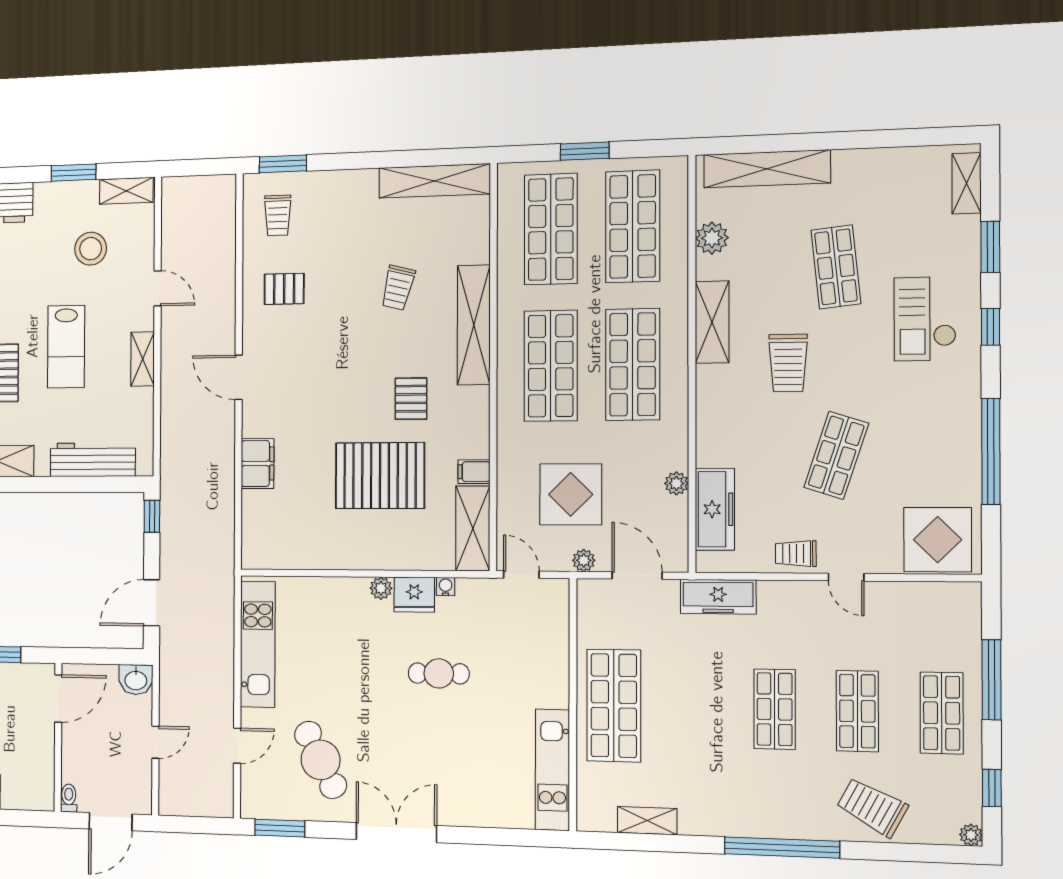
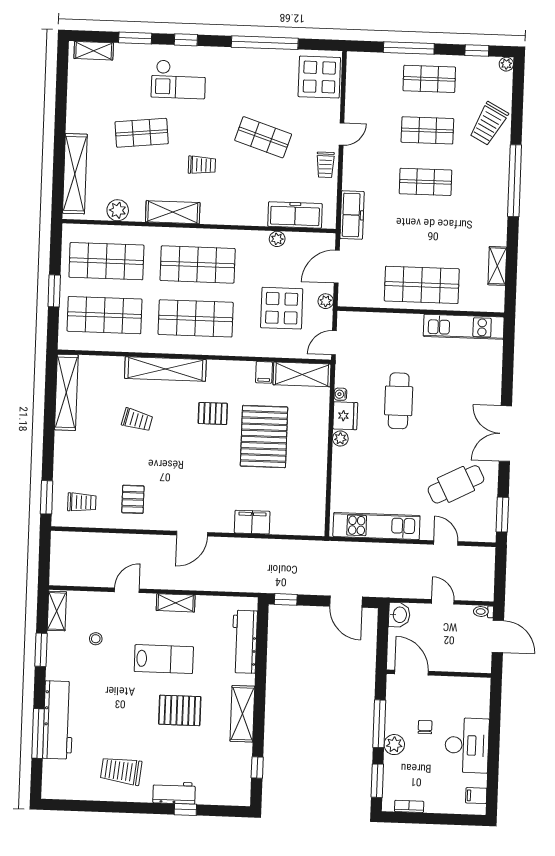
stool: (91, 249) -> (96, 639), width x0.53, depth x0.53
trolley: (788, 363) -> (202, 165), width x0.73, depth x0.72
cafe table: (439, 673) -> (399, 401), width x1.37, depth x1.35
toilet: (69, 798) -> (483, 612), moved

